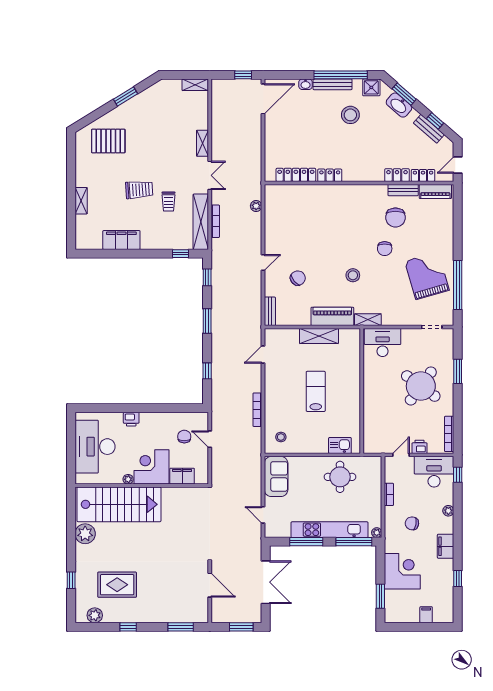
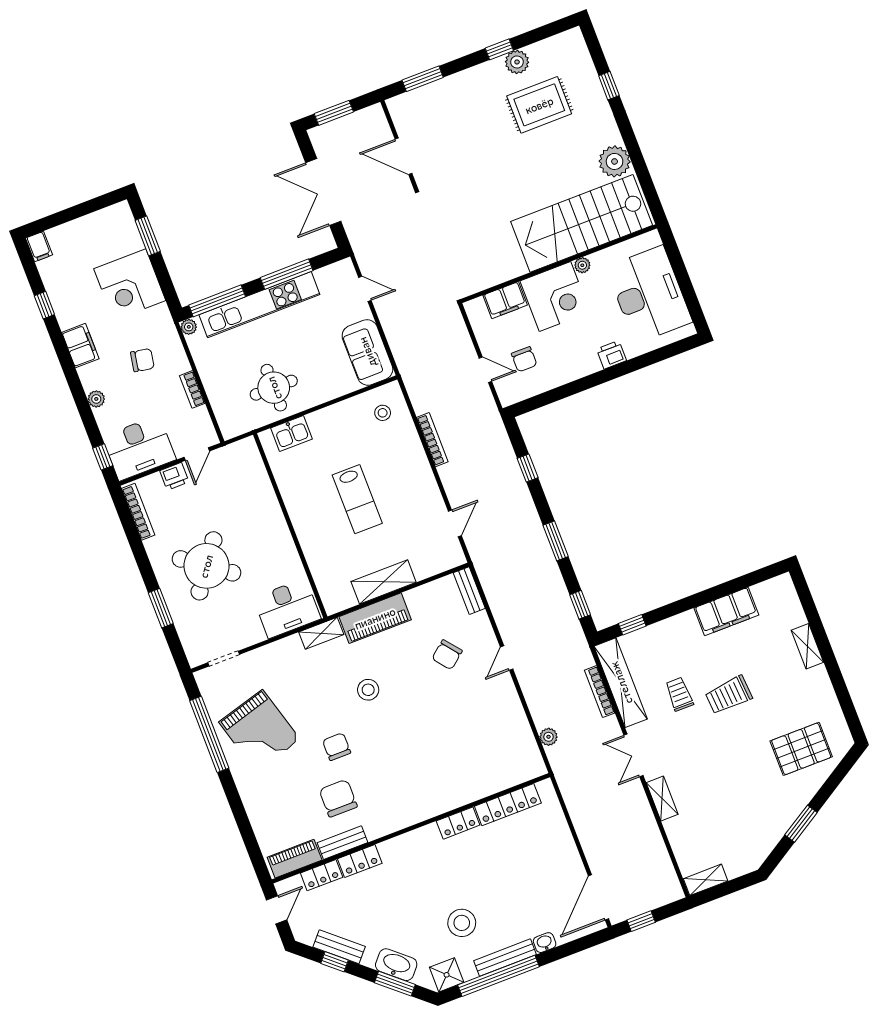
plant: (95, 615) -> (517, 62), moved
filing cabinet: (426, 615) -> (39, 246), moved

